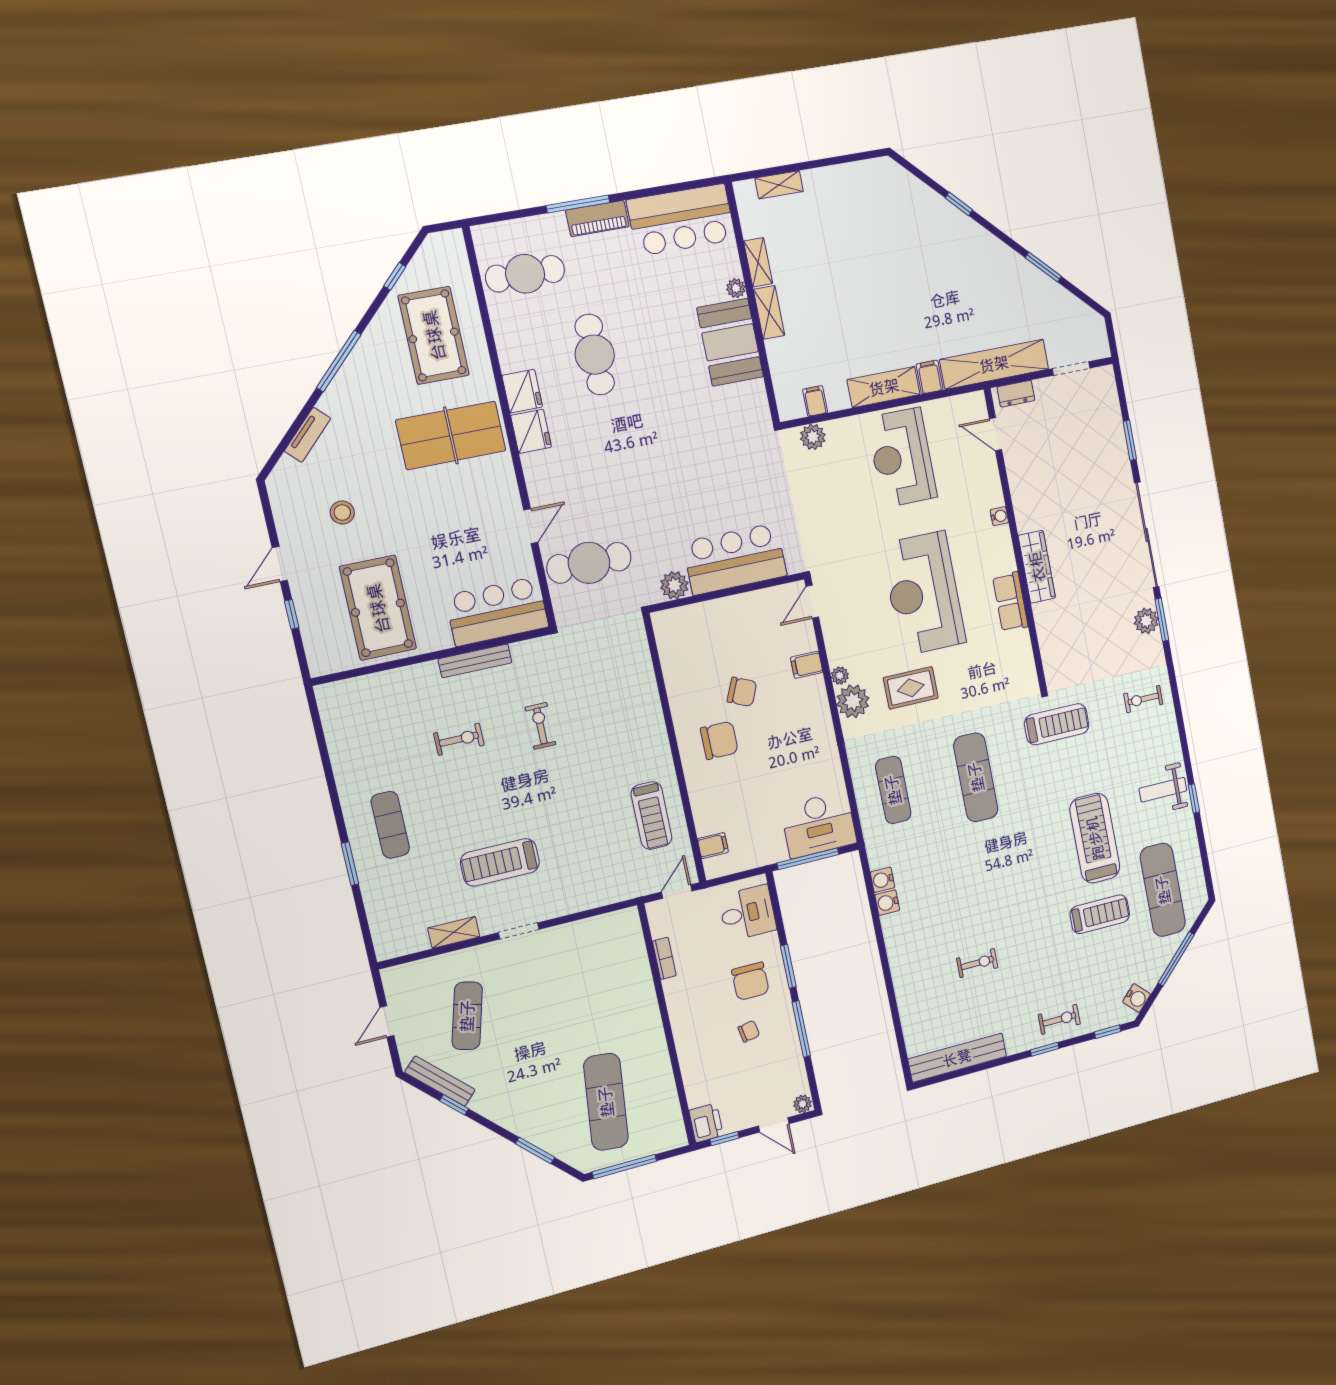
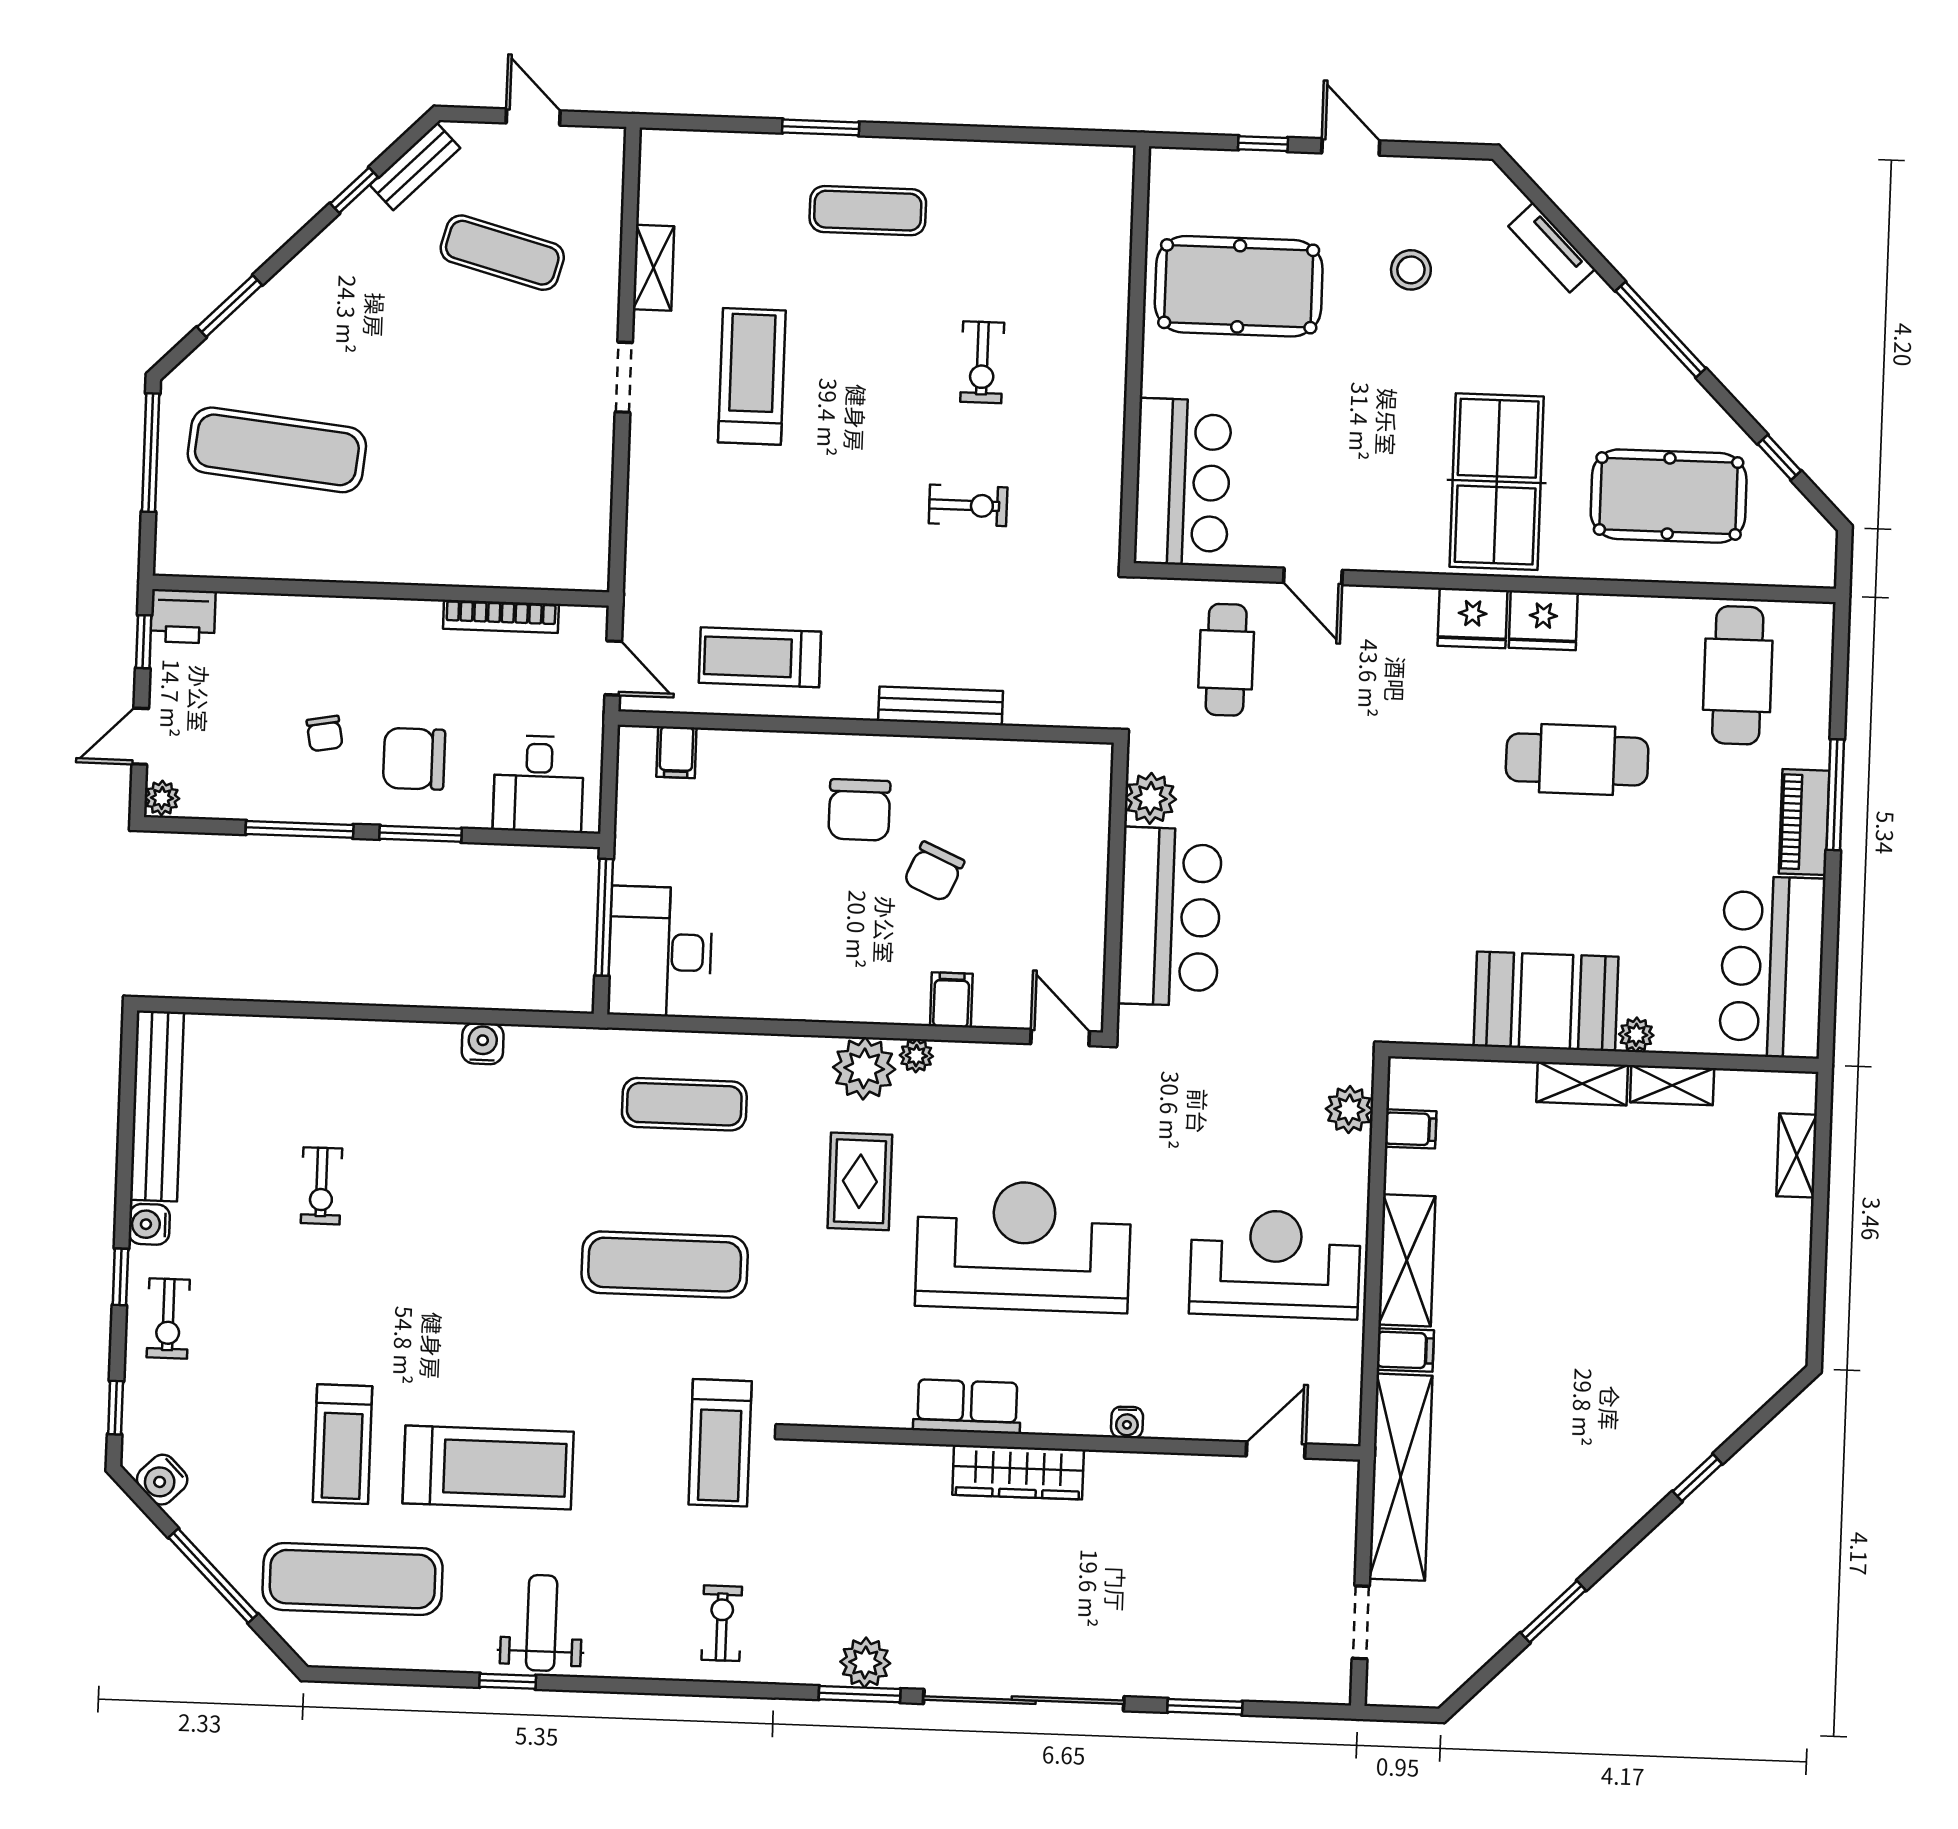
dresser: (1016, 394) -> (1339, 1506), removed
cafe table: (589, 563) -> (1226, 660), width x0.73, depth x0.74
bench: (475, 661) -> (941, 706), moved, turned 90
water cooler: (883, 880) -> (149, 1224), moved, turned -90
bookcase: (664, 958) -> (501, 616), width x1.56
bench: (440, 1081) -> (415, 167), width x0.73

